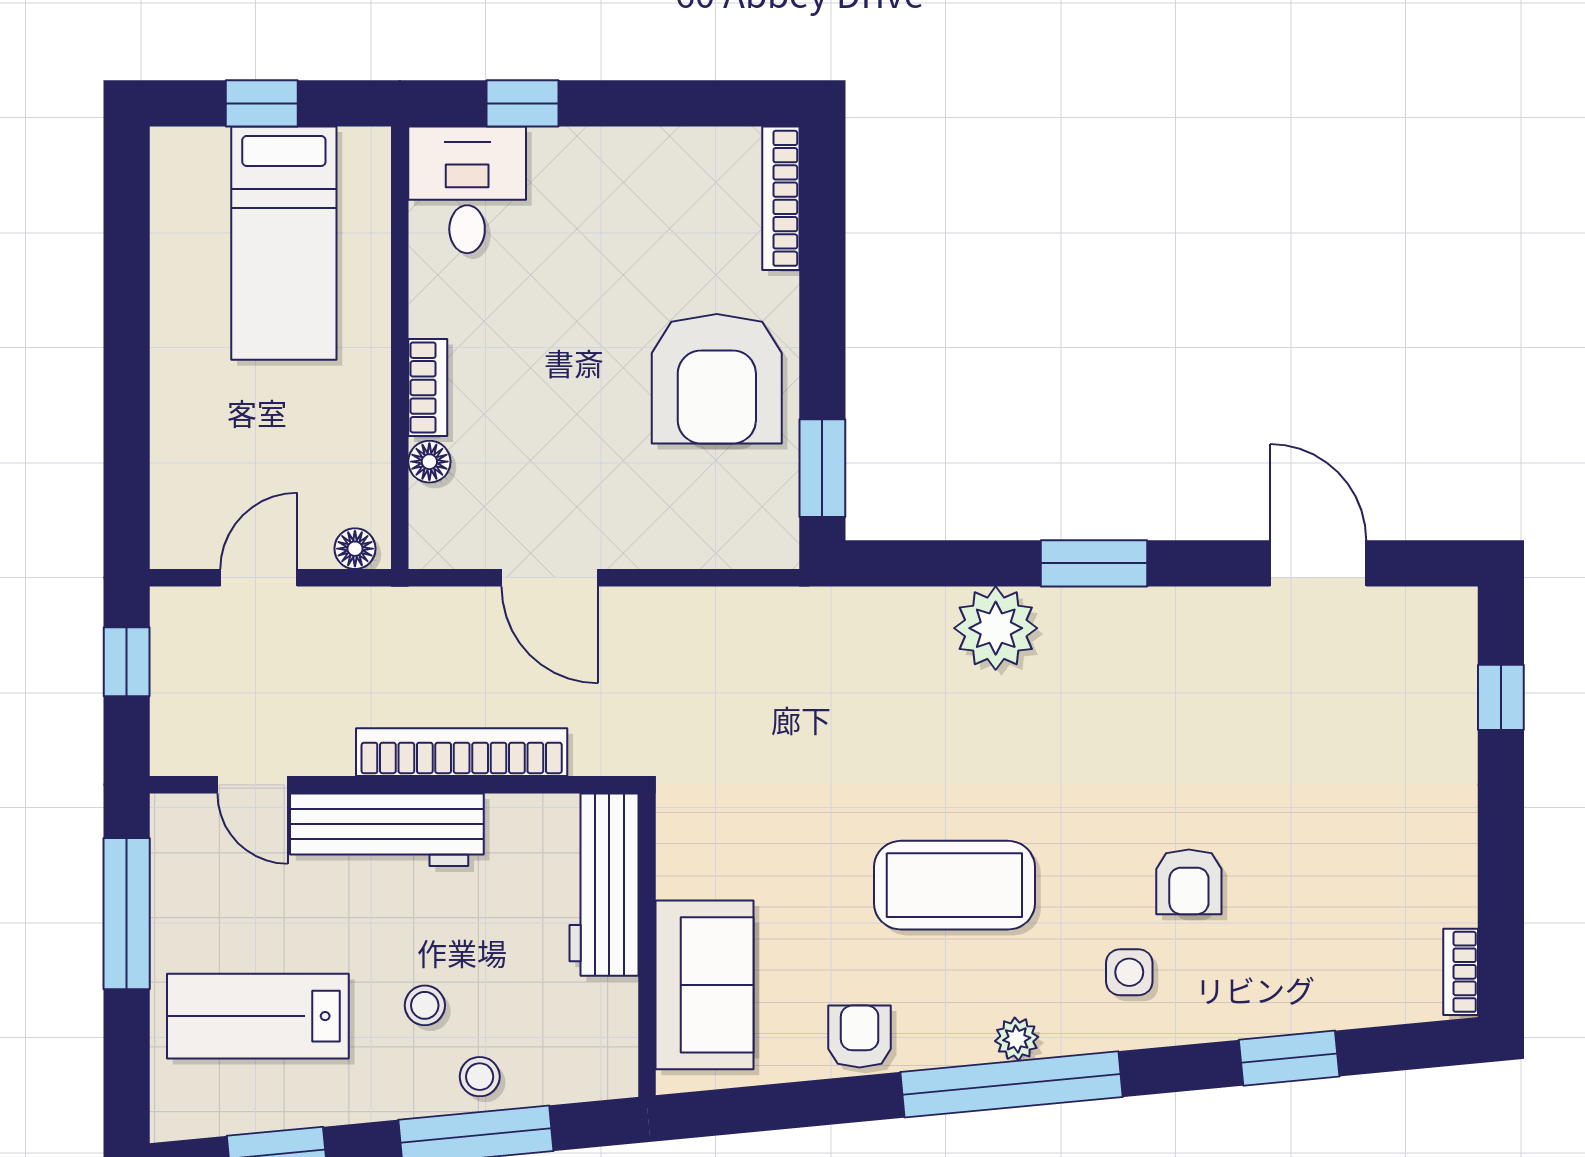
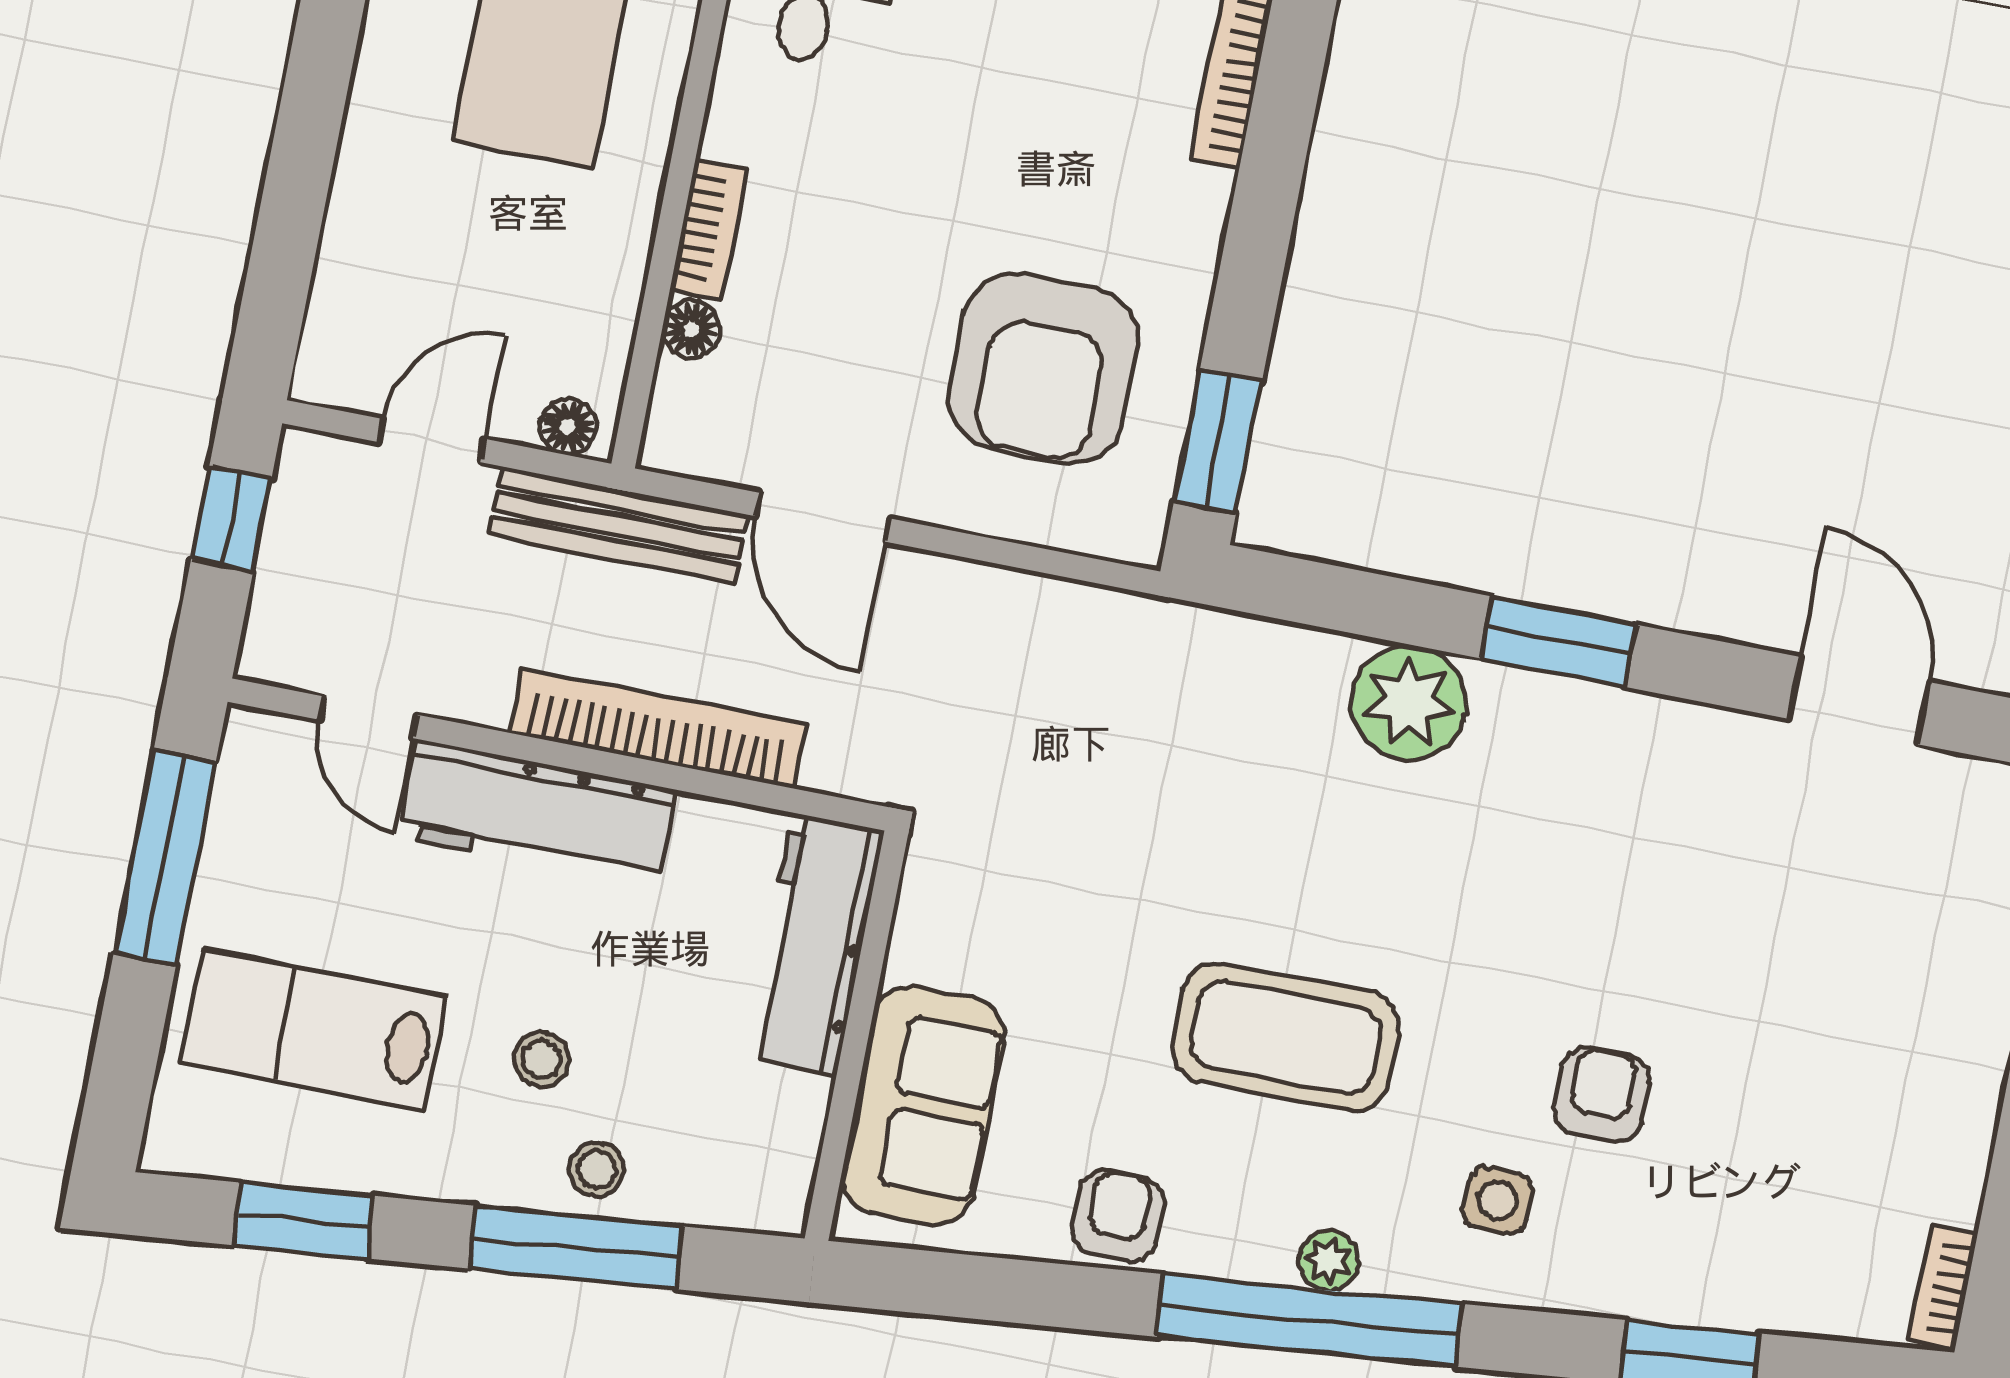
armchair: (717, 379) -> (1043, 369), moved
bench: (405, 612) -> (618, 525), added
armchair: (1189, 882) -> (1602, 1095), turned 180

